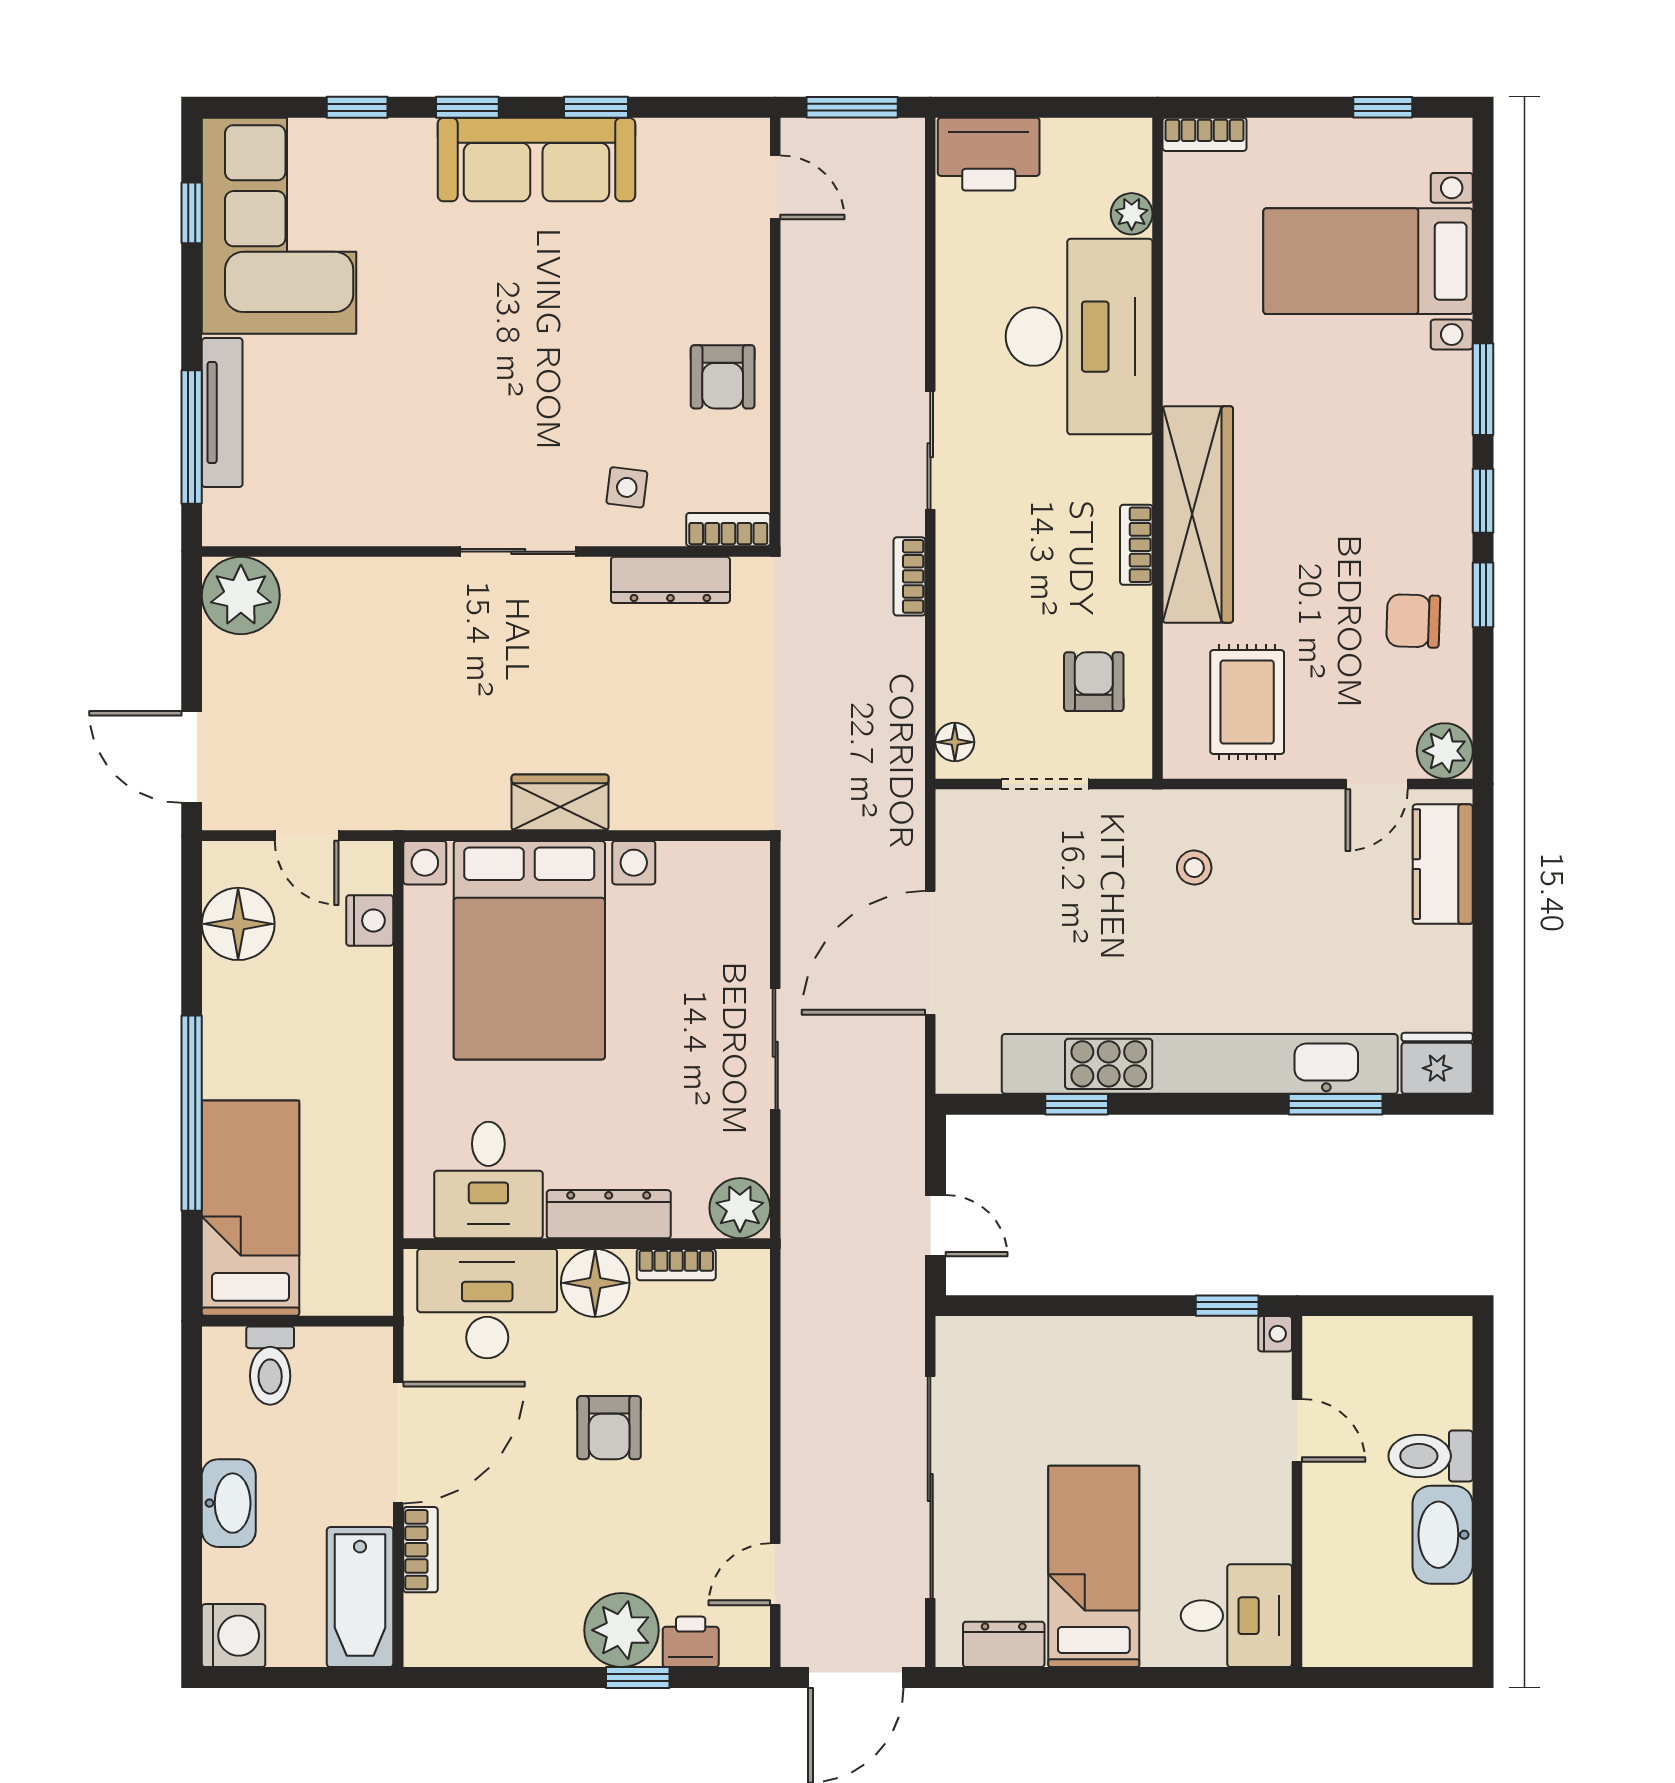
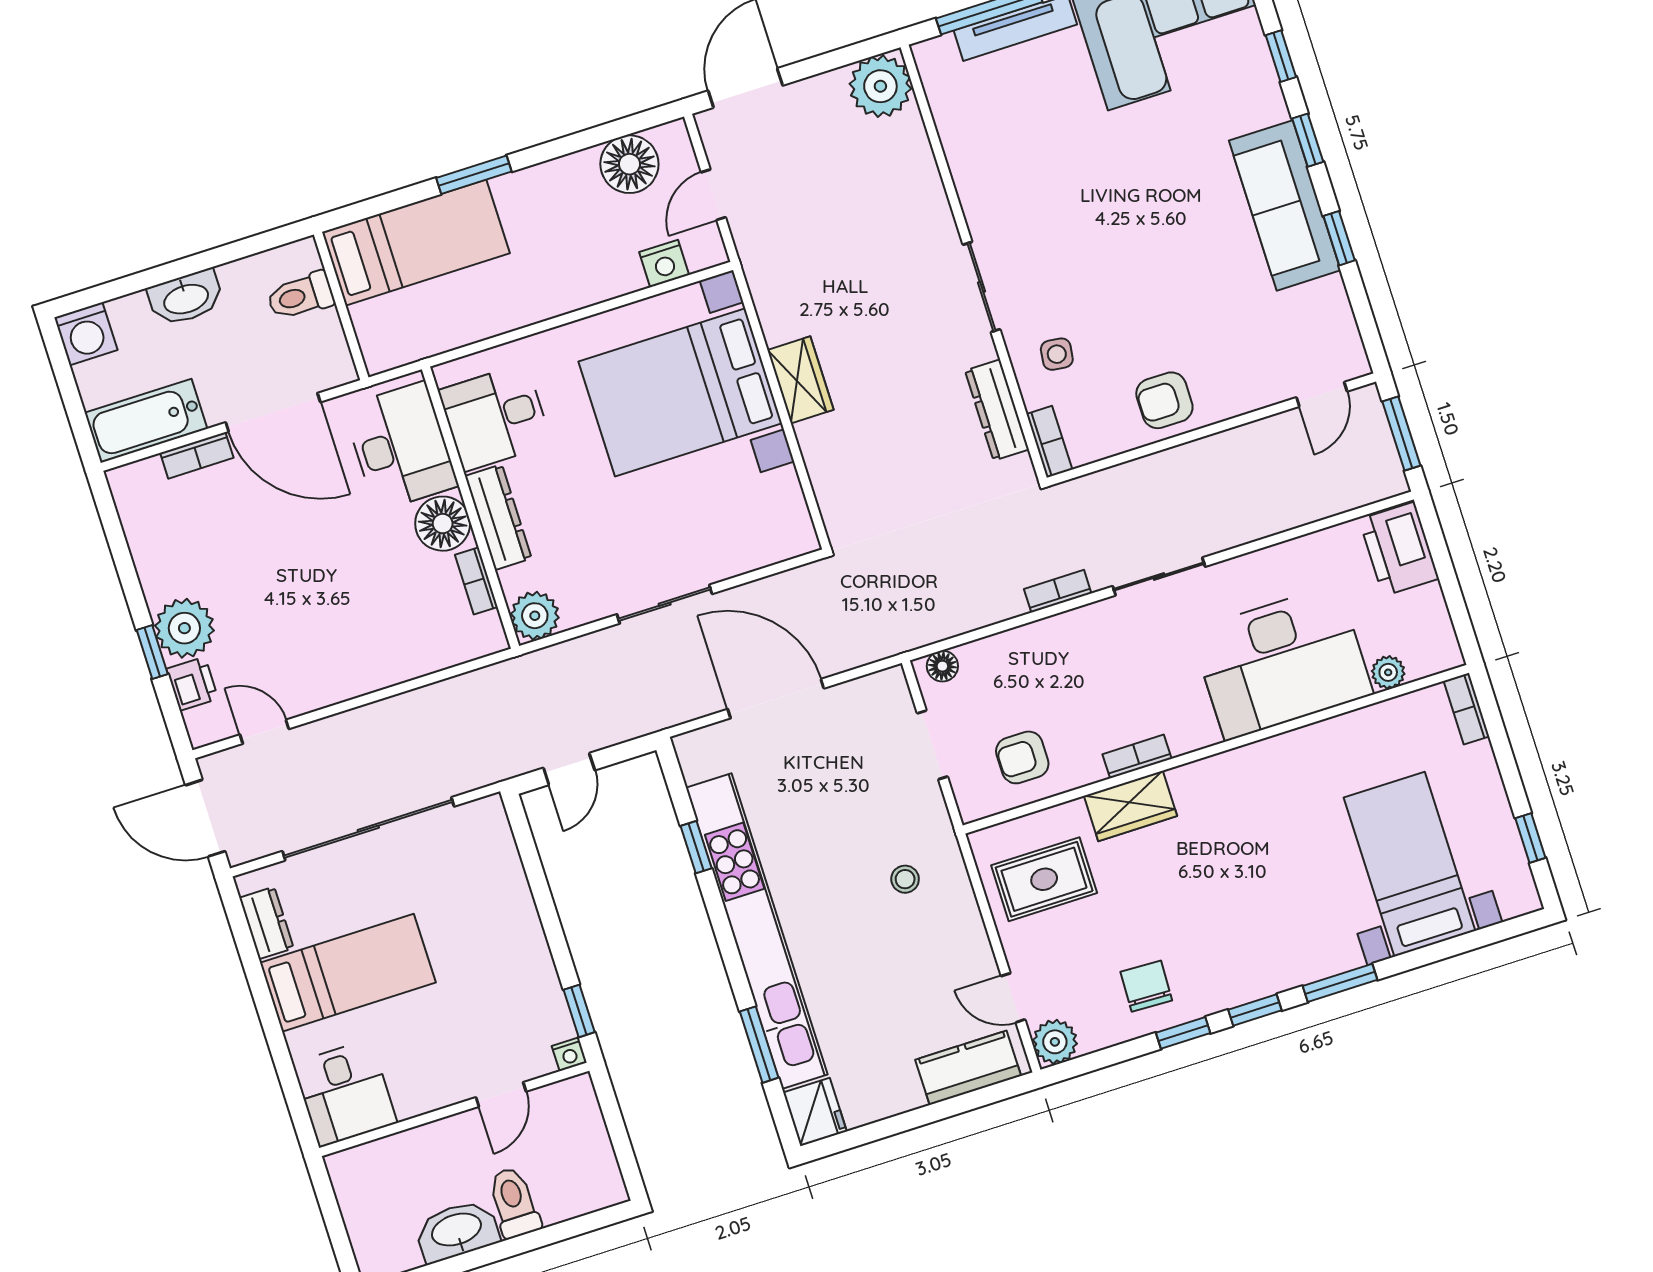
wardrobe: (1198, 514) -> (1131, 806), width x0.48, depth x0.85
armchair: (1094, 682) -> (1022, 757), turned 180
window: (192, 1113) -> (474, 175), width x0.47
armchair: (609, 1428) -> (336, 569), removed

